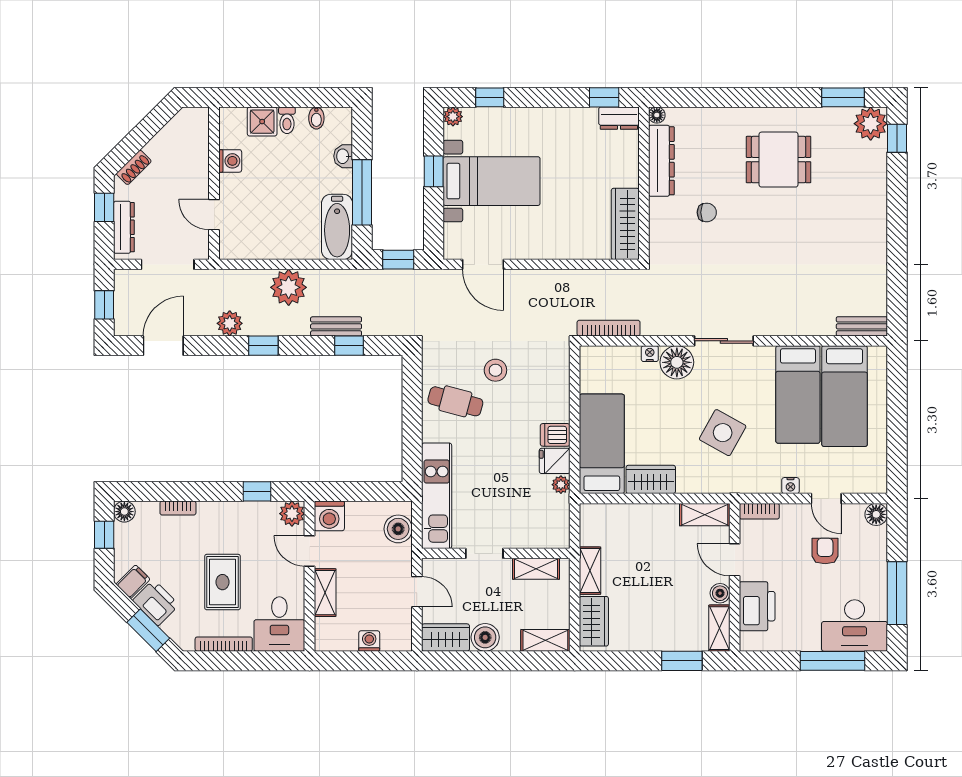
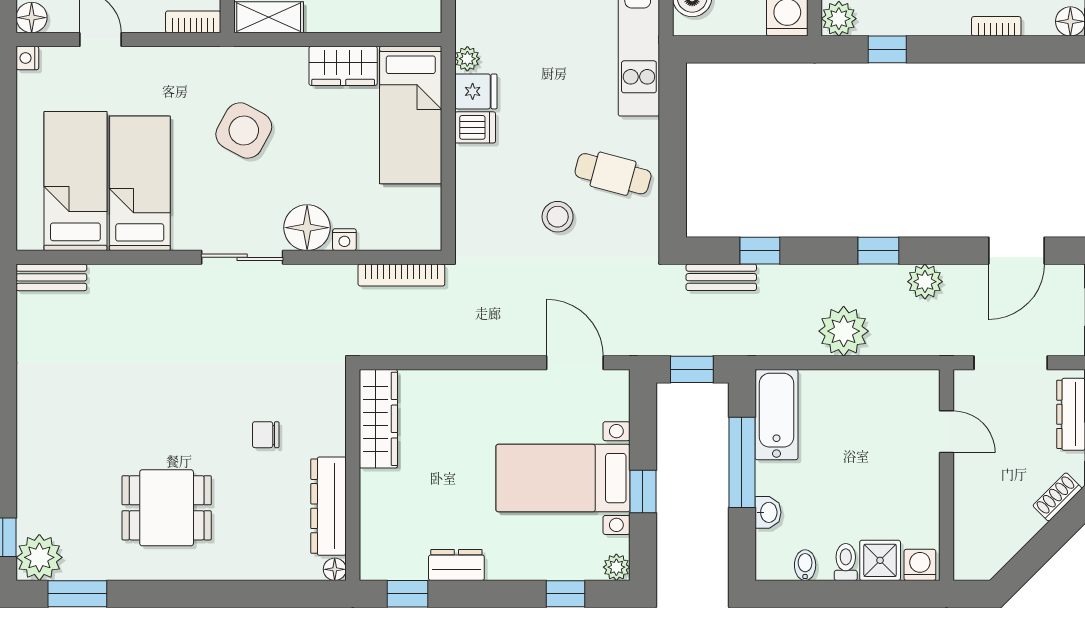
dresser: (619, 118) -> (456, 565), moved
washing machine: (230, 161) -> (920, 565), moved, turned 90
bench: (336, 326) -> (721, 277), moved
nightstand: (790, 486) -> (27, 58), moved, turned -90

